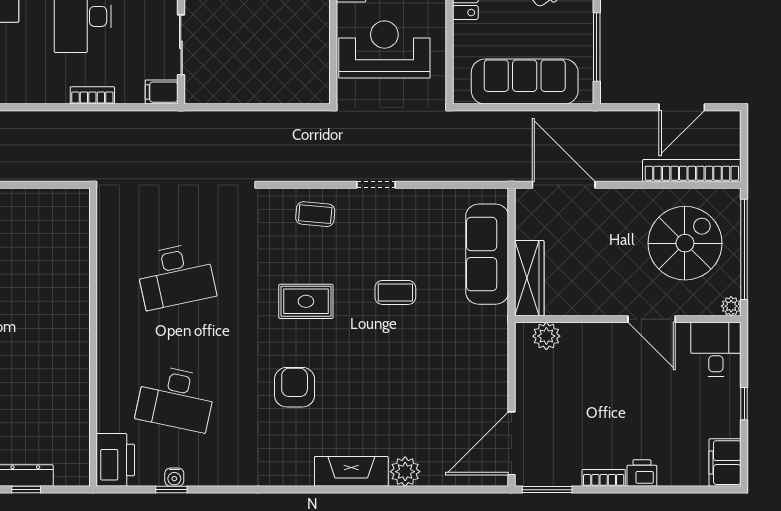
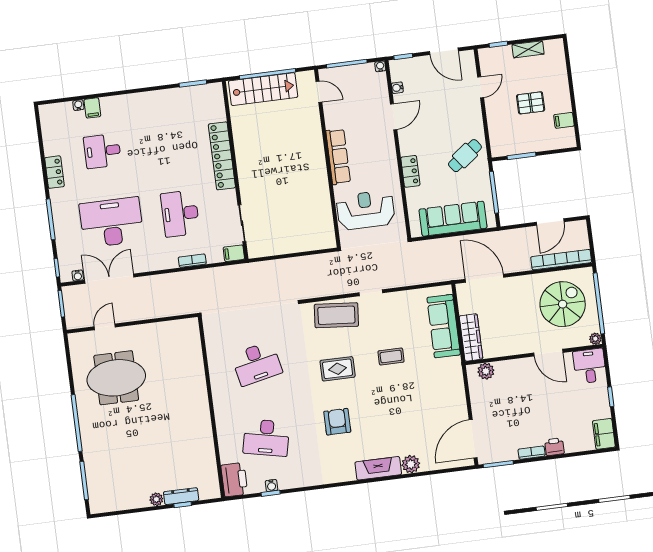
coffee table: (315, 214) -> (336, 315), width x1.86, depth x1.72

